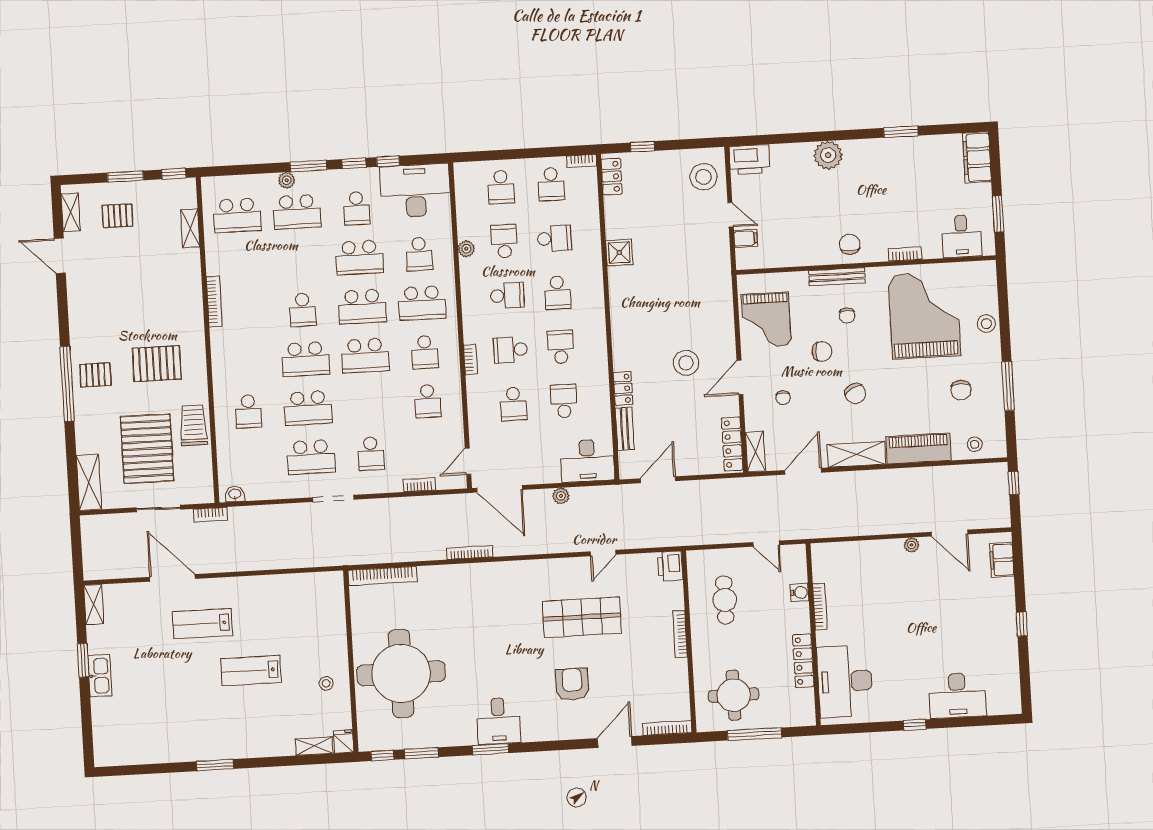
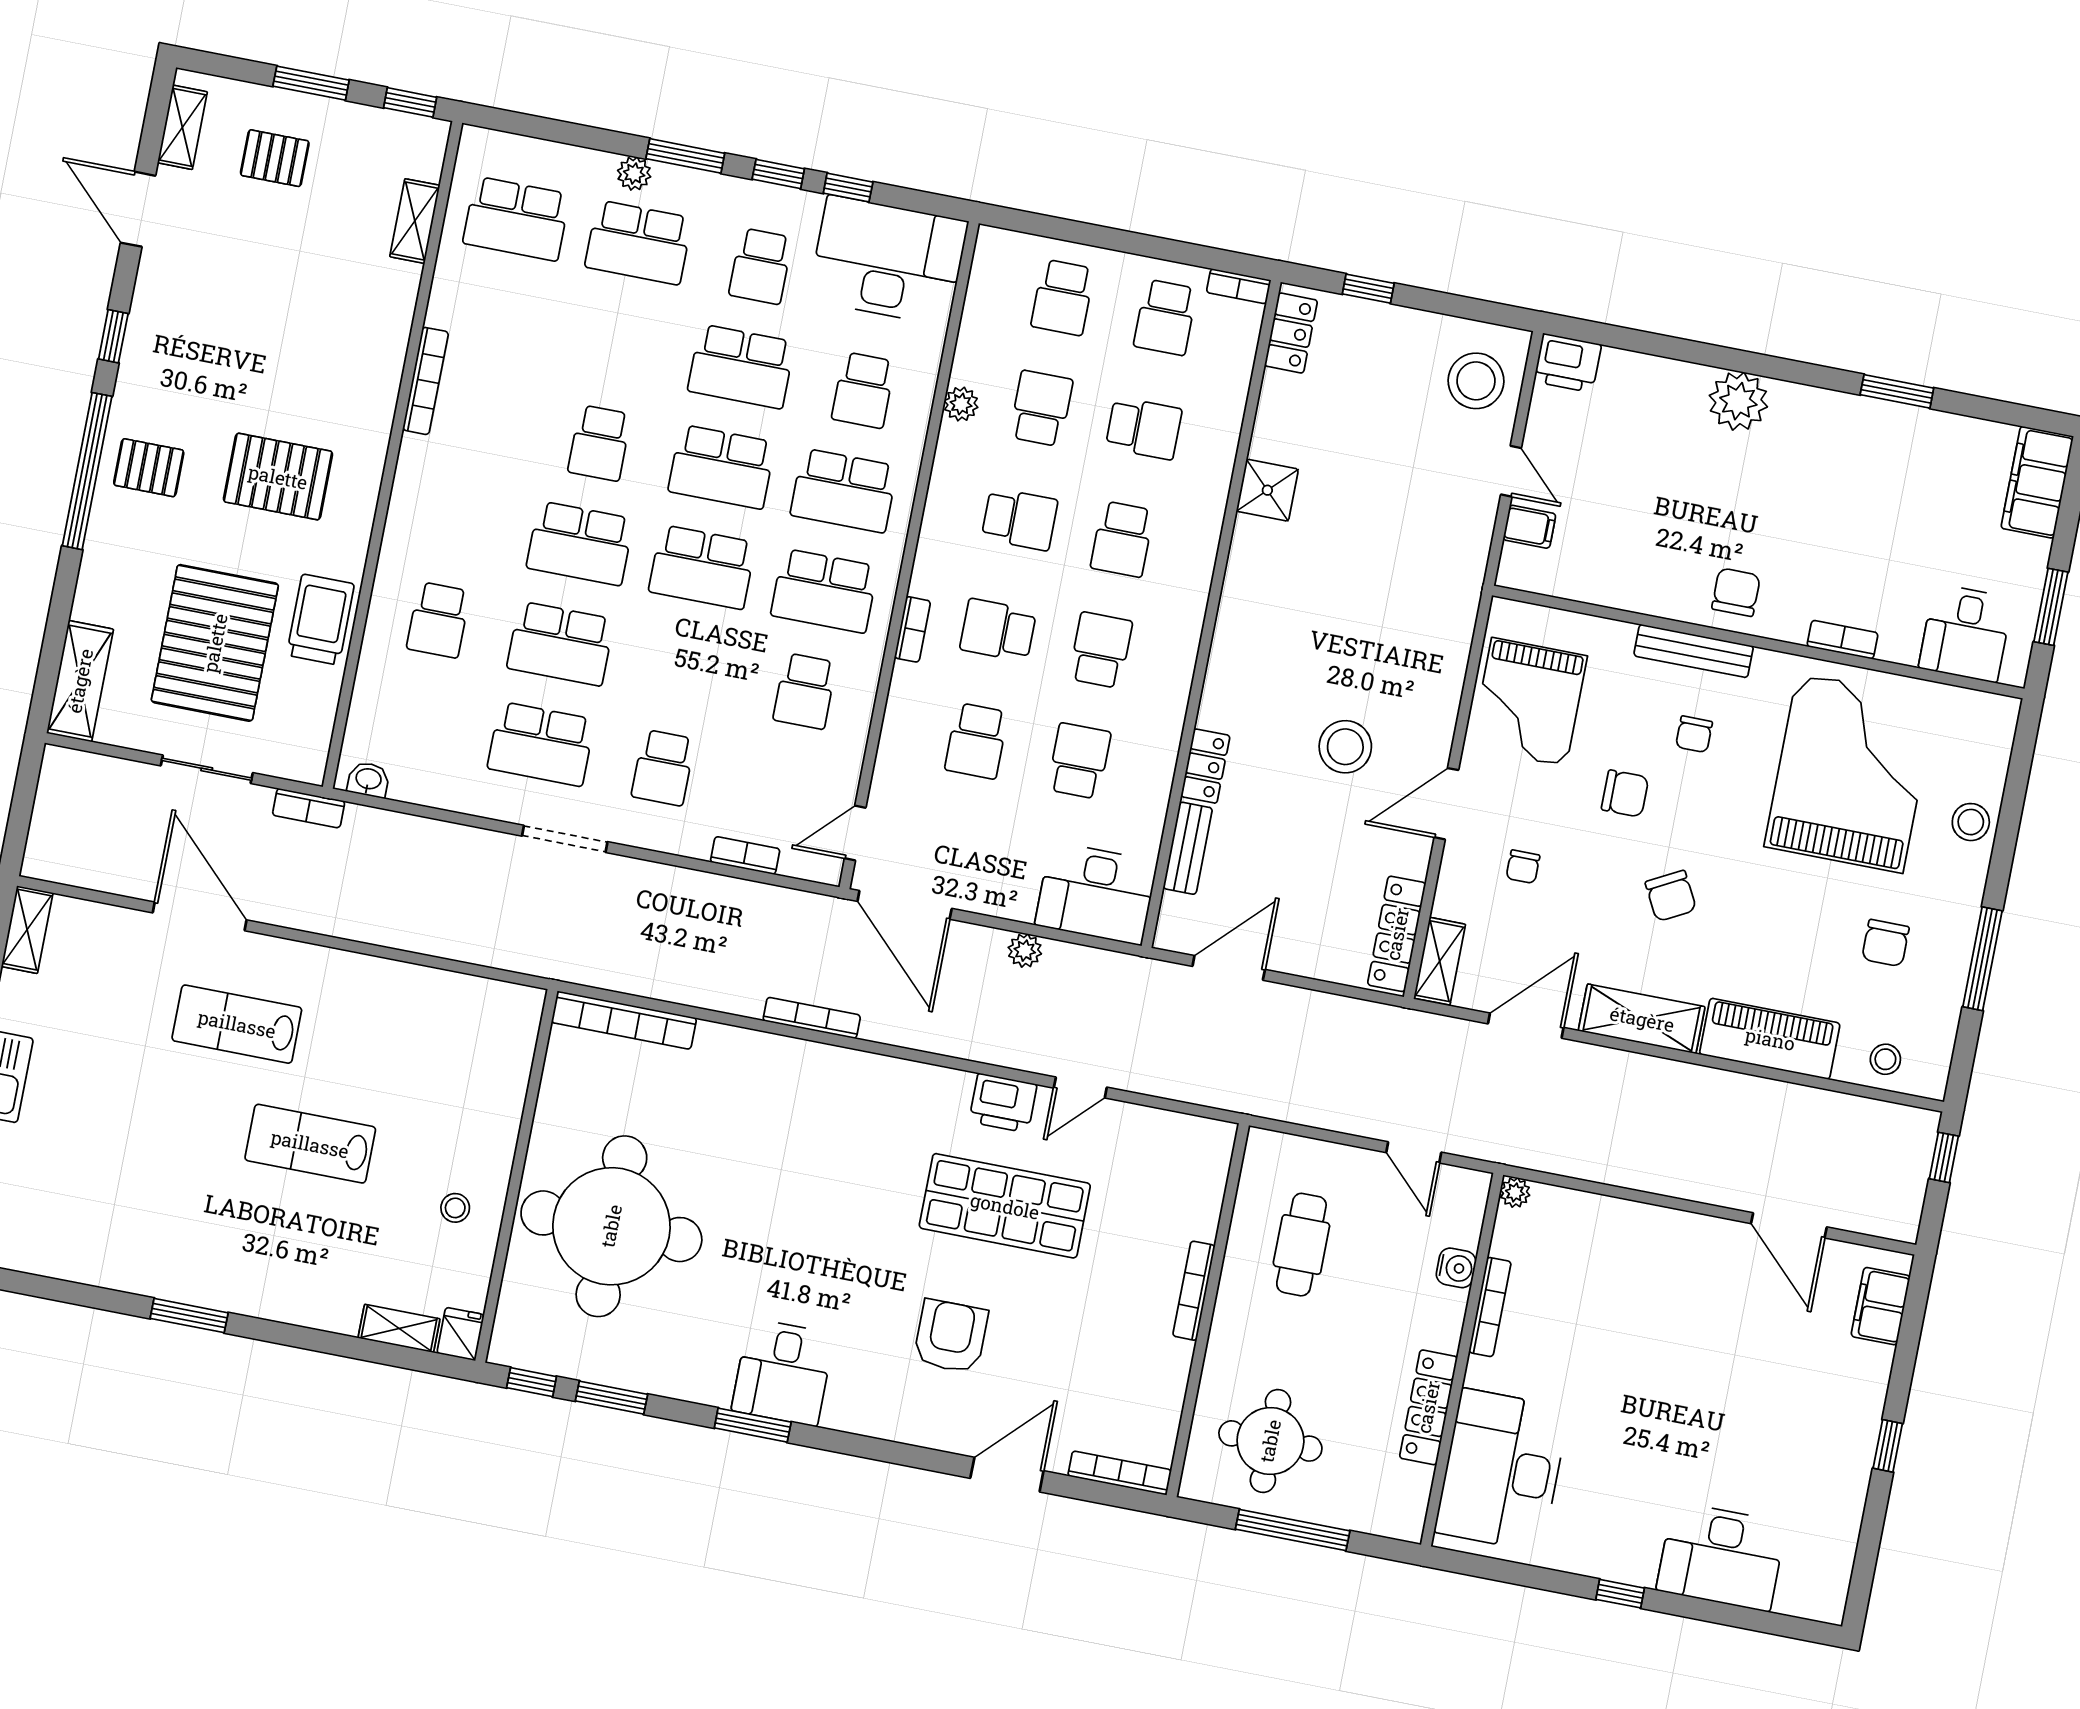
printer: (750, 160) -> (1568, 363), width x0.73, depth x0.84
window: (63, 318) -> (113, 336), added
school desk: (425, 352) -> (824, 591), width x1.85
plant: (911, 545) -> (1515, 1192), moved
printer: (670, 566) -> (1003, 1103), moved, turned -90

